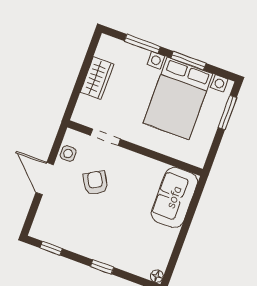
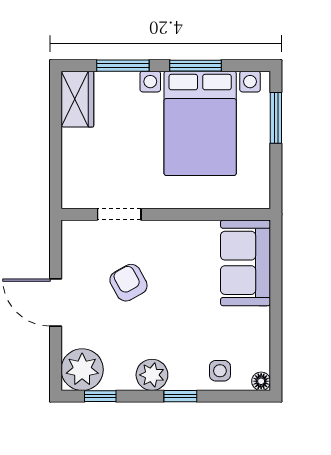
wardrobe: (97, 78) -> (77, 99), moved
side table: (68, 154) -> (220, 371), moved
plant: (46, 227) -> (82, 370), added
plant: (89, 247) -> (152, 375), added

